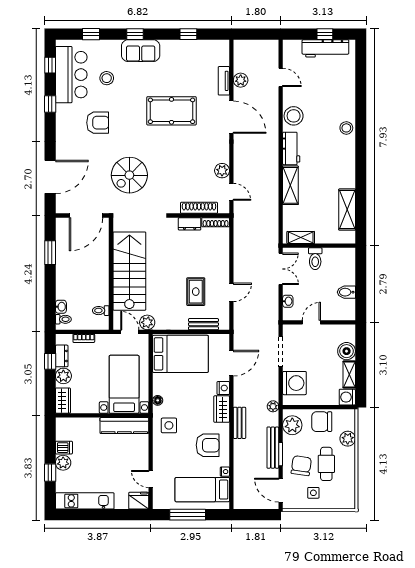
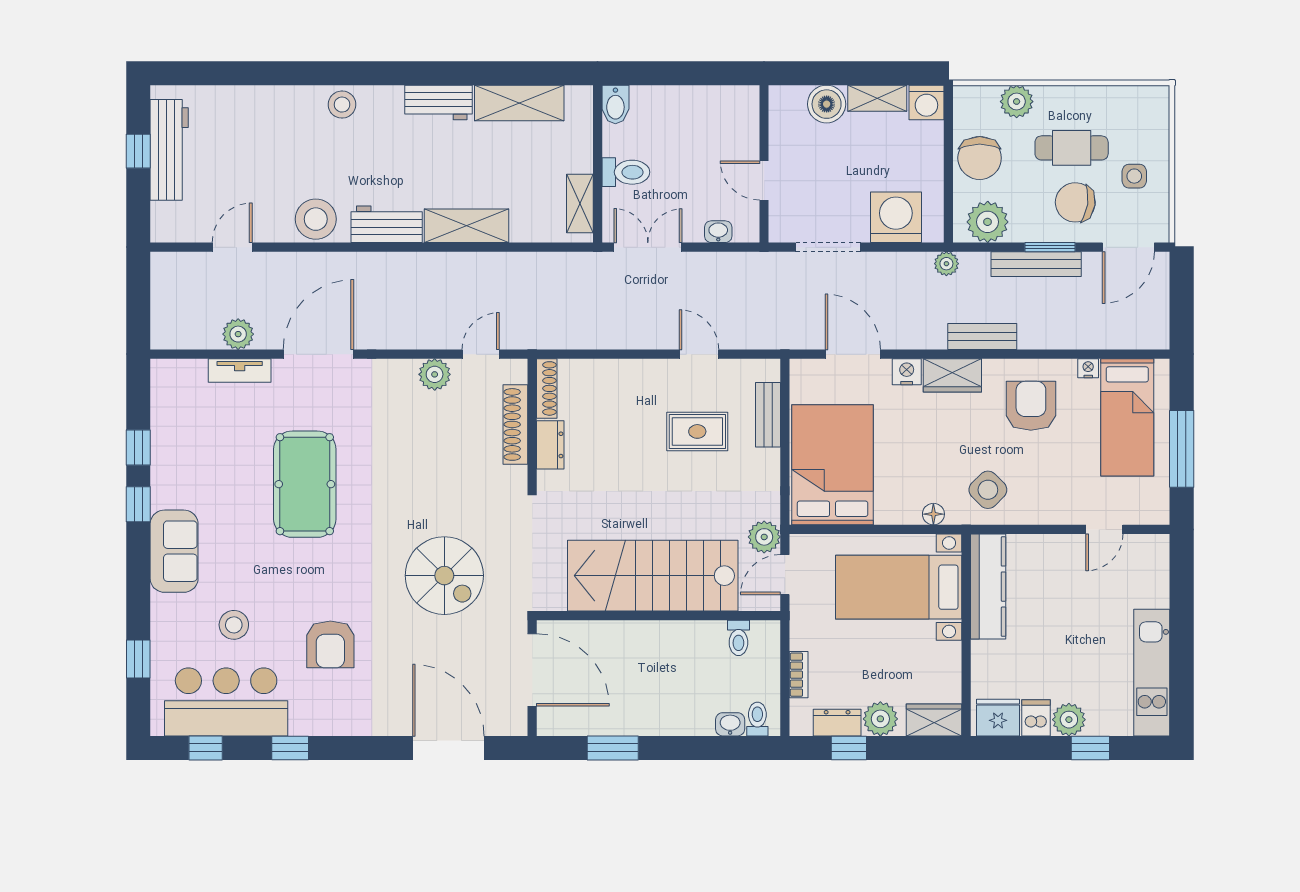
window: (135, 34) -> (138, 504), moved
armchair: (98, 123) -> (330, 644), turned 180
workbench: (347, 172) -> (439, 102), added
bidet: (346, 292) -> (615, 104), moved
side table: (169, 425) -> (988, 490), turned 45
fridge: (139, 501) -> (998, 718), moved, turned 90

